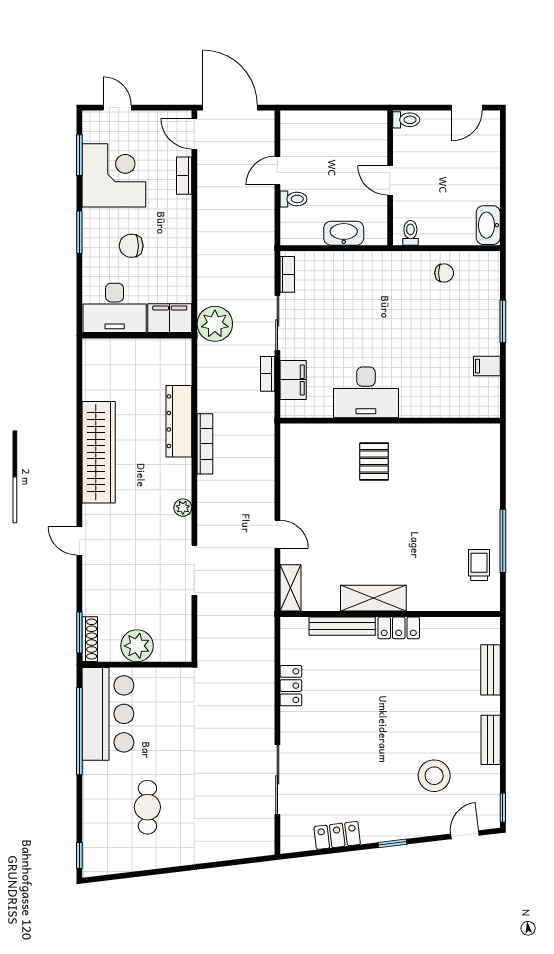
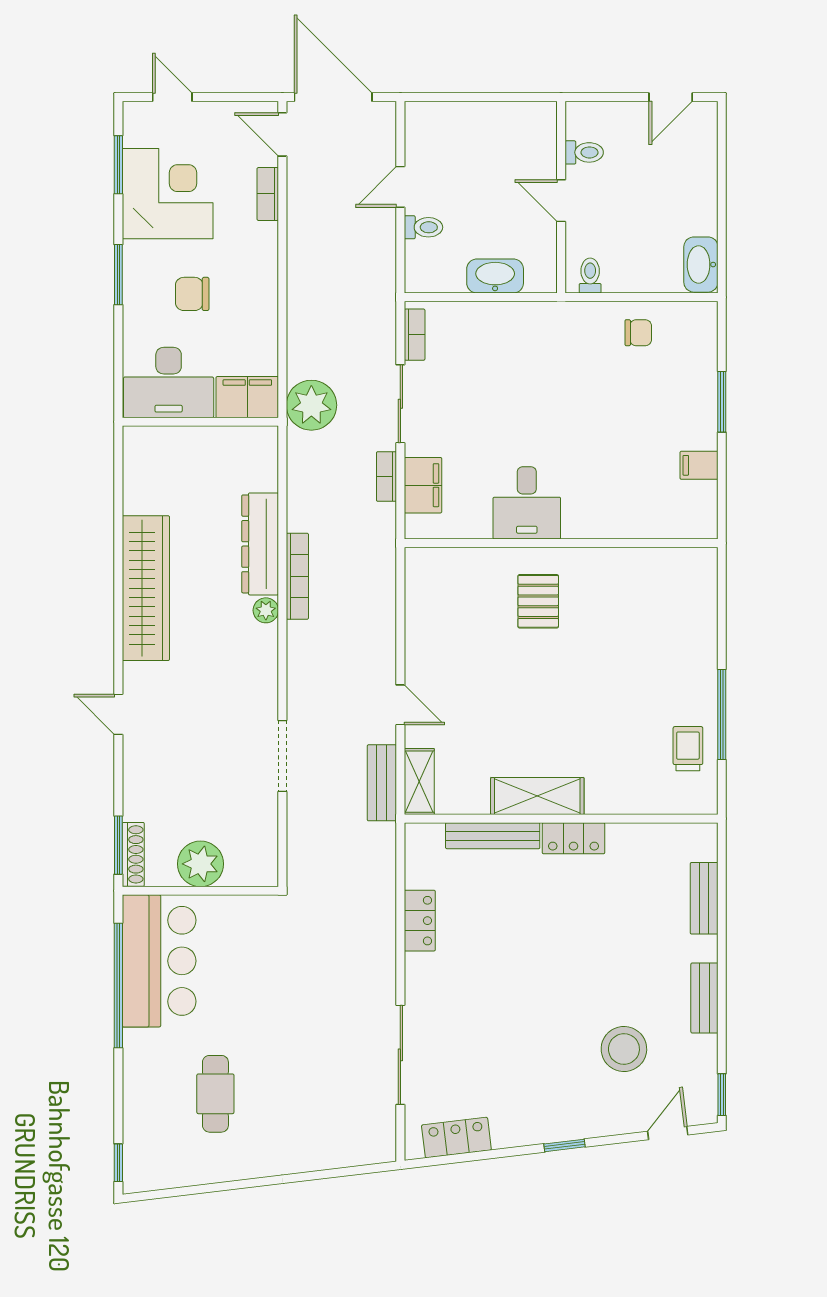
toilet: (406, 120) -> (584, 152), moved
desk: (366, 392) -> (527, 503), width x0.73
plant: (183, 508) -> (266, 610), moved
bench: (264, 589) -> (382, 783), added
locker: (337, 835) -> (456, 1138), moved

